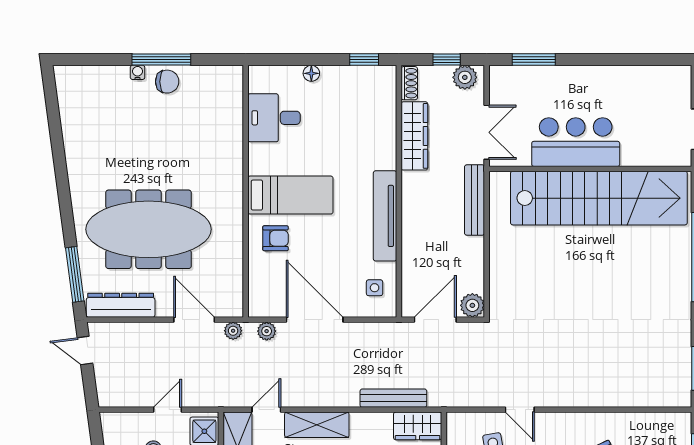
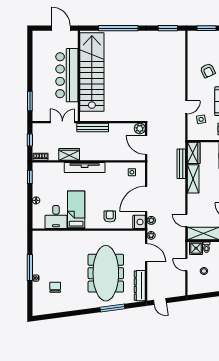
plant: (465, 77) -> (38, 132), removed
chair: (167, 82) -> (55, 287), moved
wardrobe: (414, 136) -> (69, 154), width x0.67
bar counter: (576, 142) -> (67, 75), width x1.36
bed: (290, 195) -> (76, 210), moved
tv unit: (385, 216) -> (85, 168), moved
window: (75, 274) -> (112, 308), moved
nightstand: (263, 304) -> (139, 222), added
door: (194, 320) -> (146, 253), swing flipped
door: (85, 350) -> (160, 302), hinge flipped
shelving: (317, 425) -> (193, 179), moved

